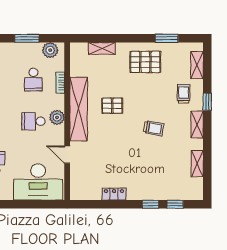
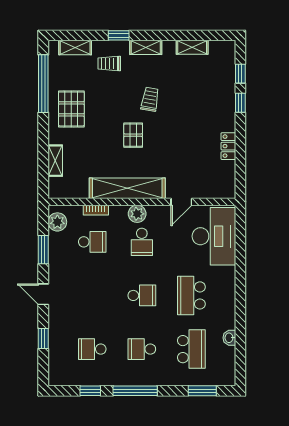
window: (167, 38) -> (43, 84), width x2.11
pallet: (112, 106) -> (133, 135), moved

